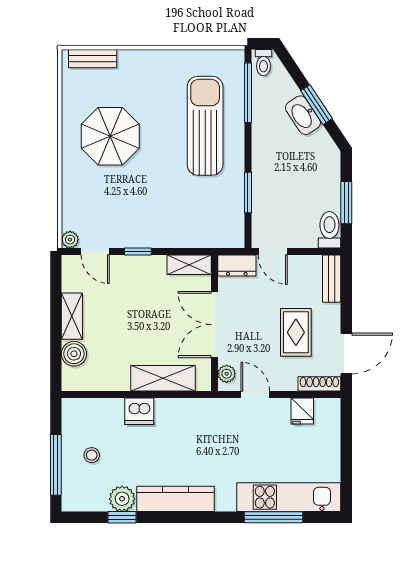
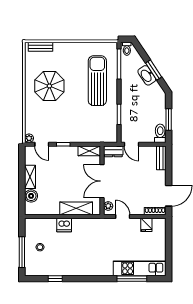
rug: (296, 332) -> (143, 185), removed
plant: (122, 499) -> (55, 269), removed
kitchen counter: (175, 499) -> (82, 269), removed

